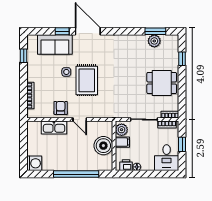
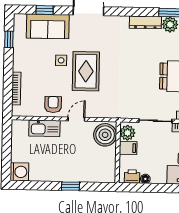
window: (62, 31) -> (45, 10), moved
dresser: (134, 40) -> (145, 22), added
door: (80, 119) -> (76, 119), swing flipped
boiler: (103, 146) -> (105, 135), moved
window: (76, 174) -> (70, 186), width x0.32

